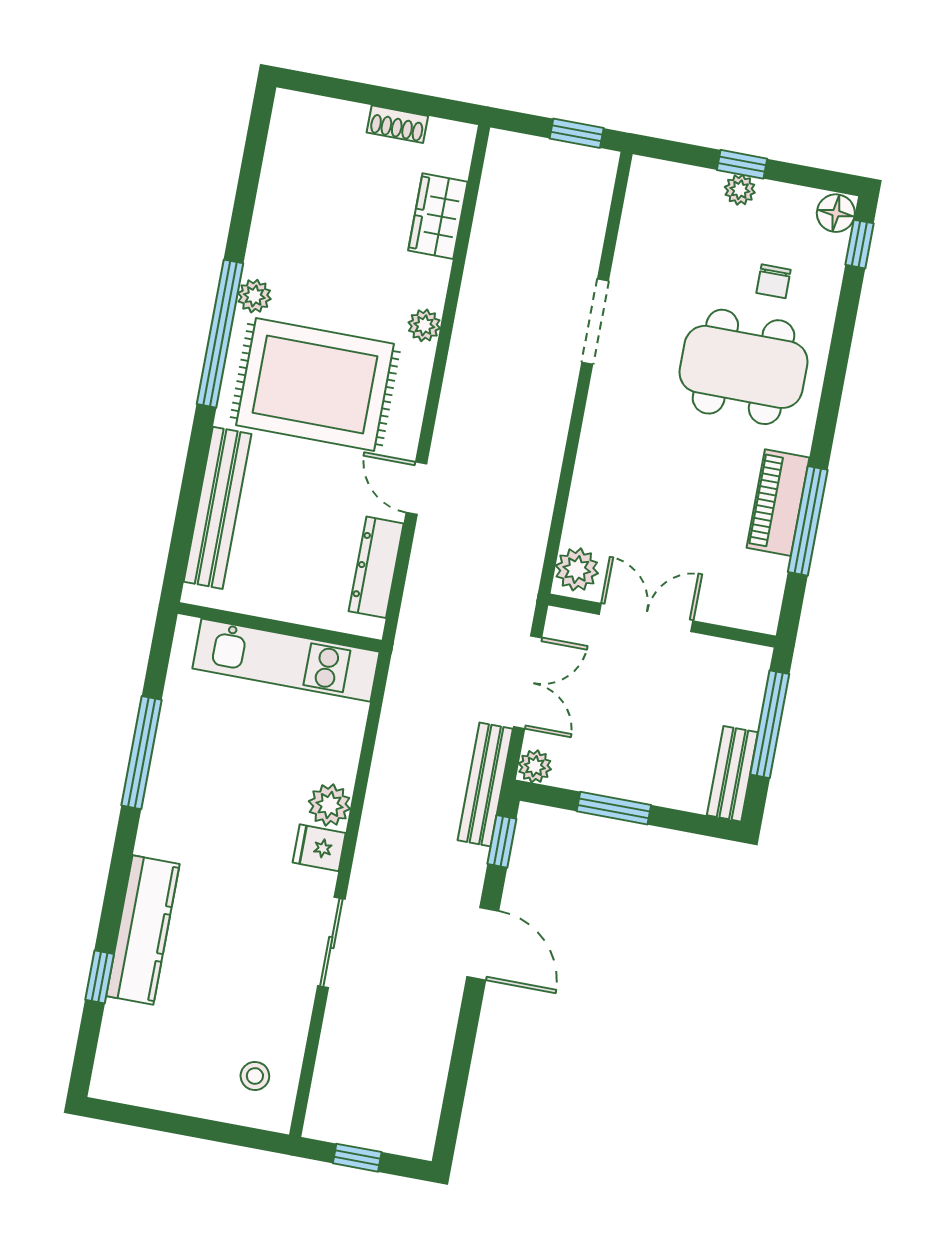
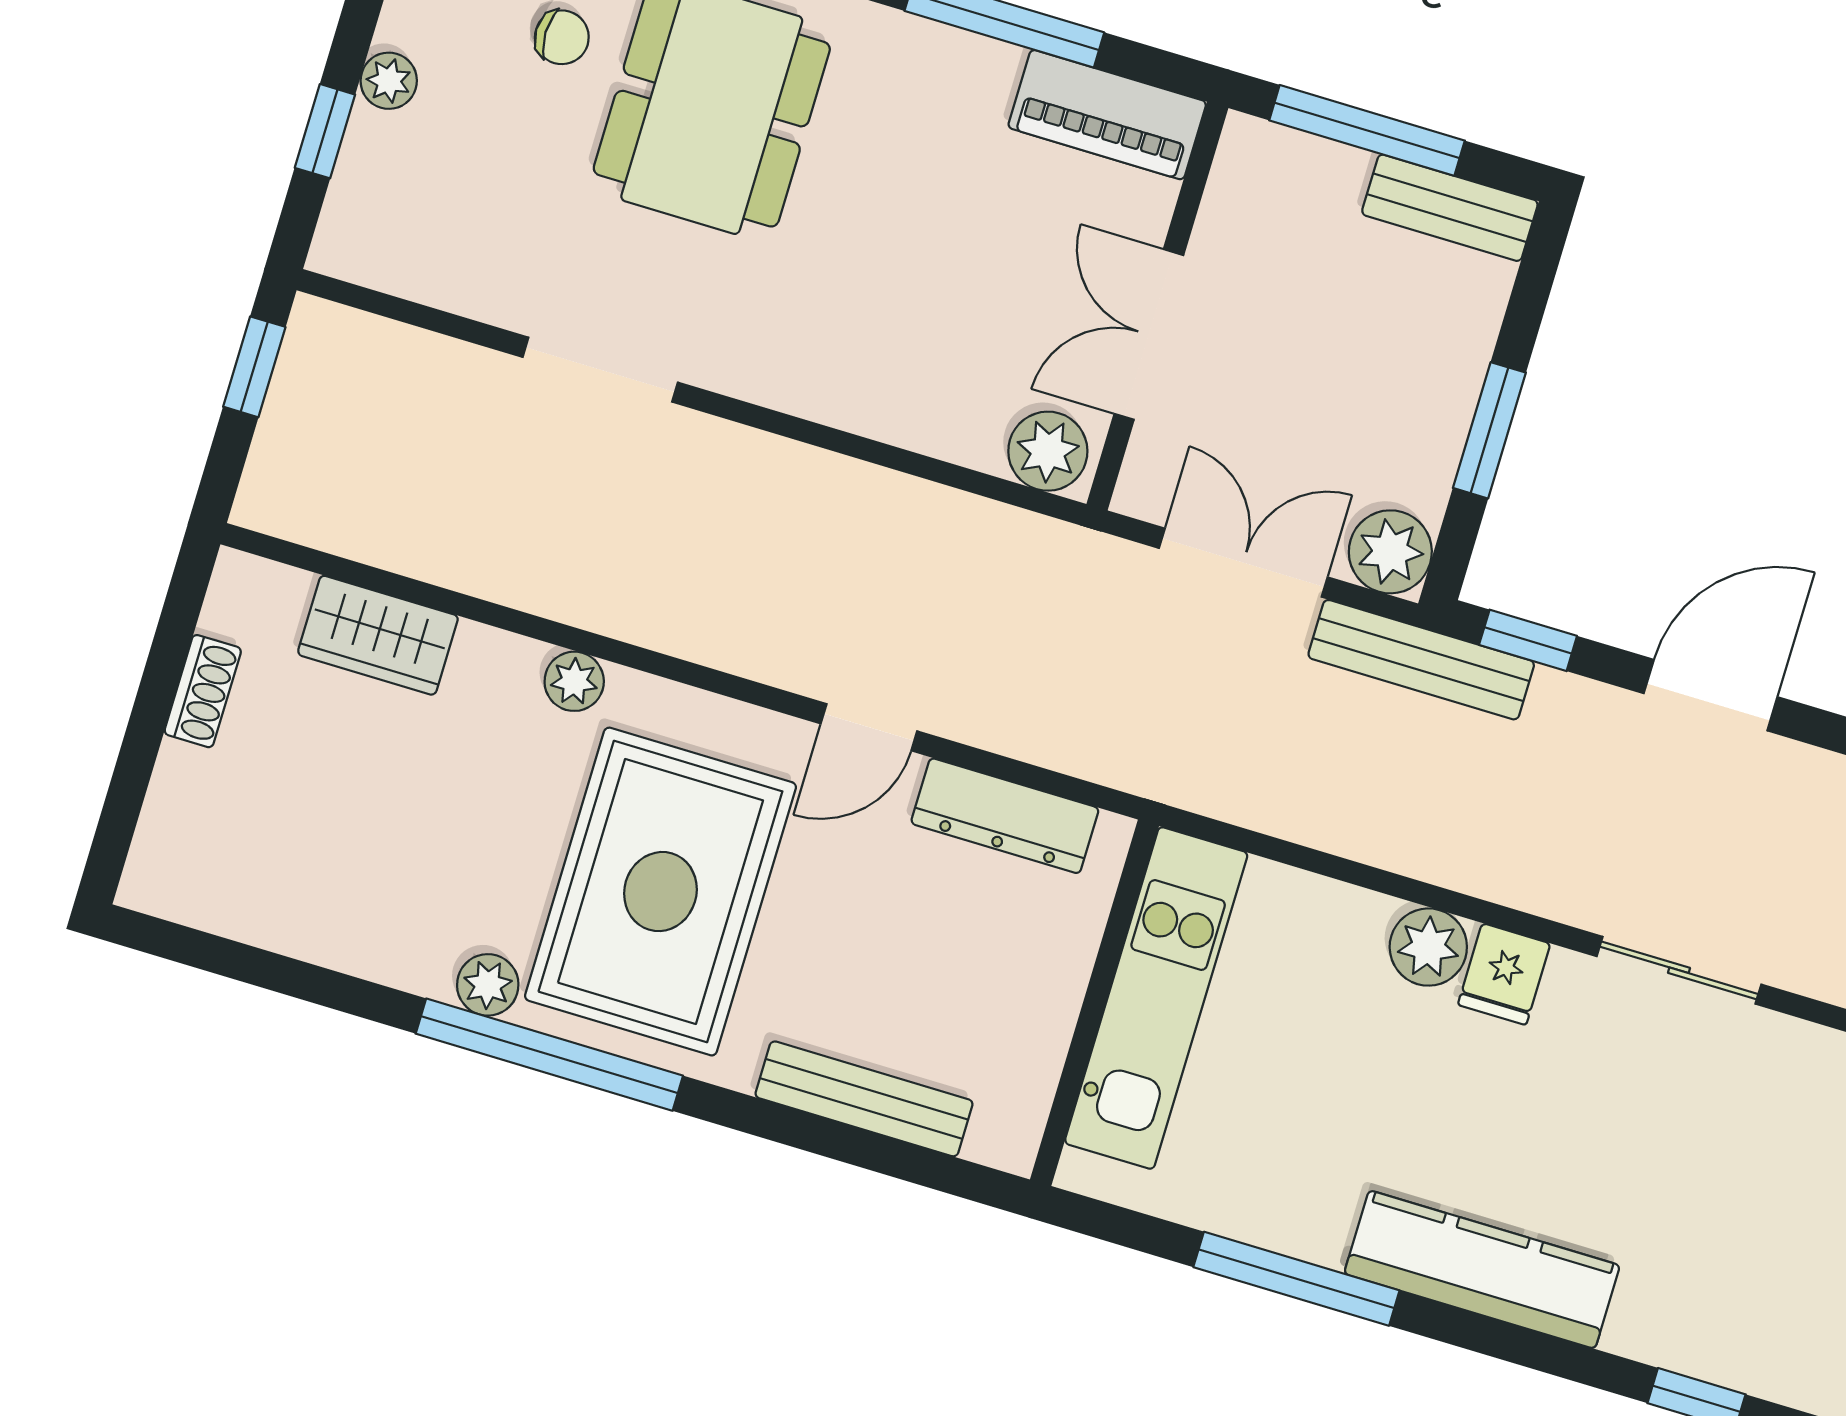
window: (742, 164) -> (325, 131), moved
piano: (778, 503) -> (1107, 115), moved
bench: (218, 508) -> (864, 1099), width x0.73, depth x0.82
plant: (535, 766) -> (1390, 552), width x1.38, depth x1.38
kitchen counter: (143, 930) -> (1482, 1270), moved

